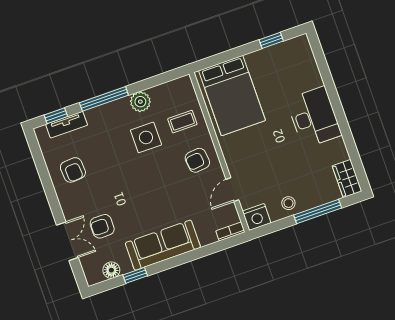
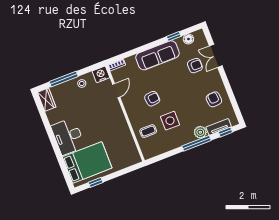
bed: (232, 96) -> (87, 162), moved, turned 90
plant: (140, 102) -> (200, 132), moved
armchair: (197, 160) -> (152, 99), moved

